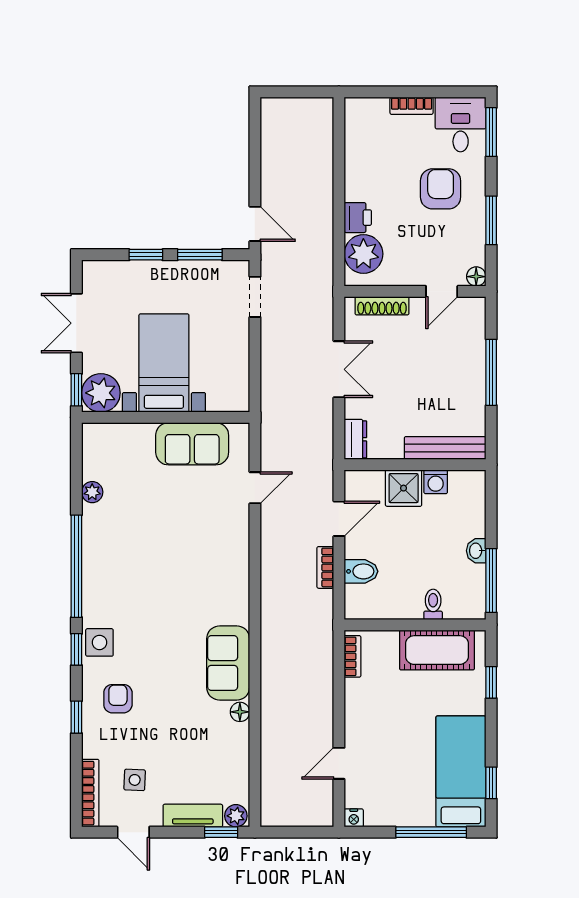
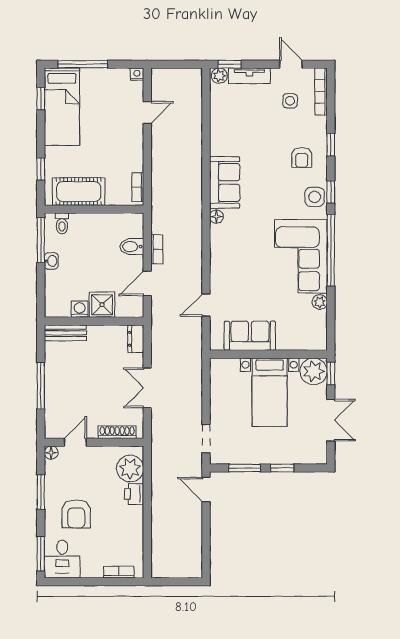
bookcase: (412, 106) -> (119, 572), moved
bench: (445, 448) -> (65, 333), width x0.73
corner sofa: (119, 557) -> (301, 256), added
toilet: (433, 604) -> (62, 223), moved
floor lamp: (240, 712) -> (216, 217), moved

